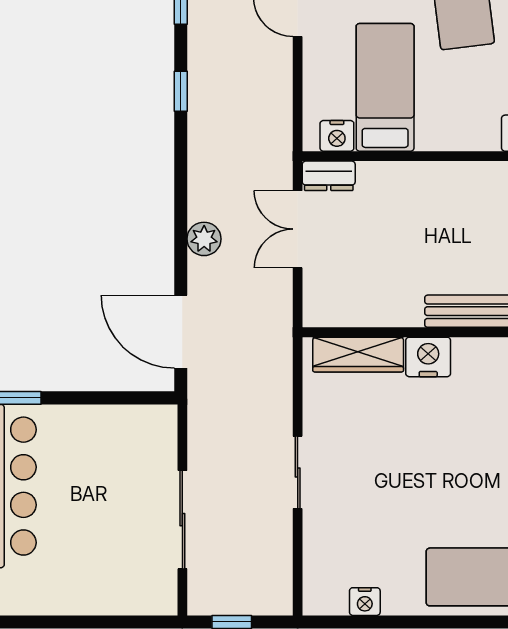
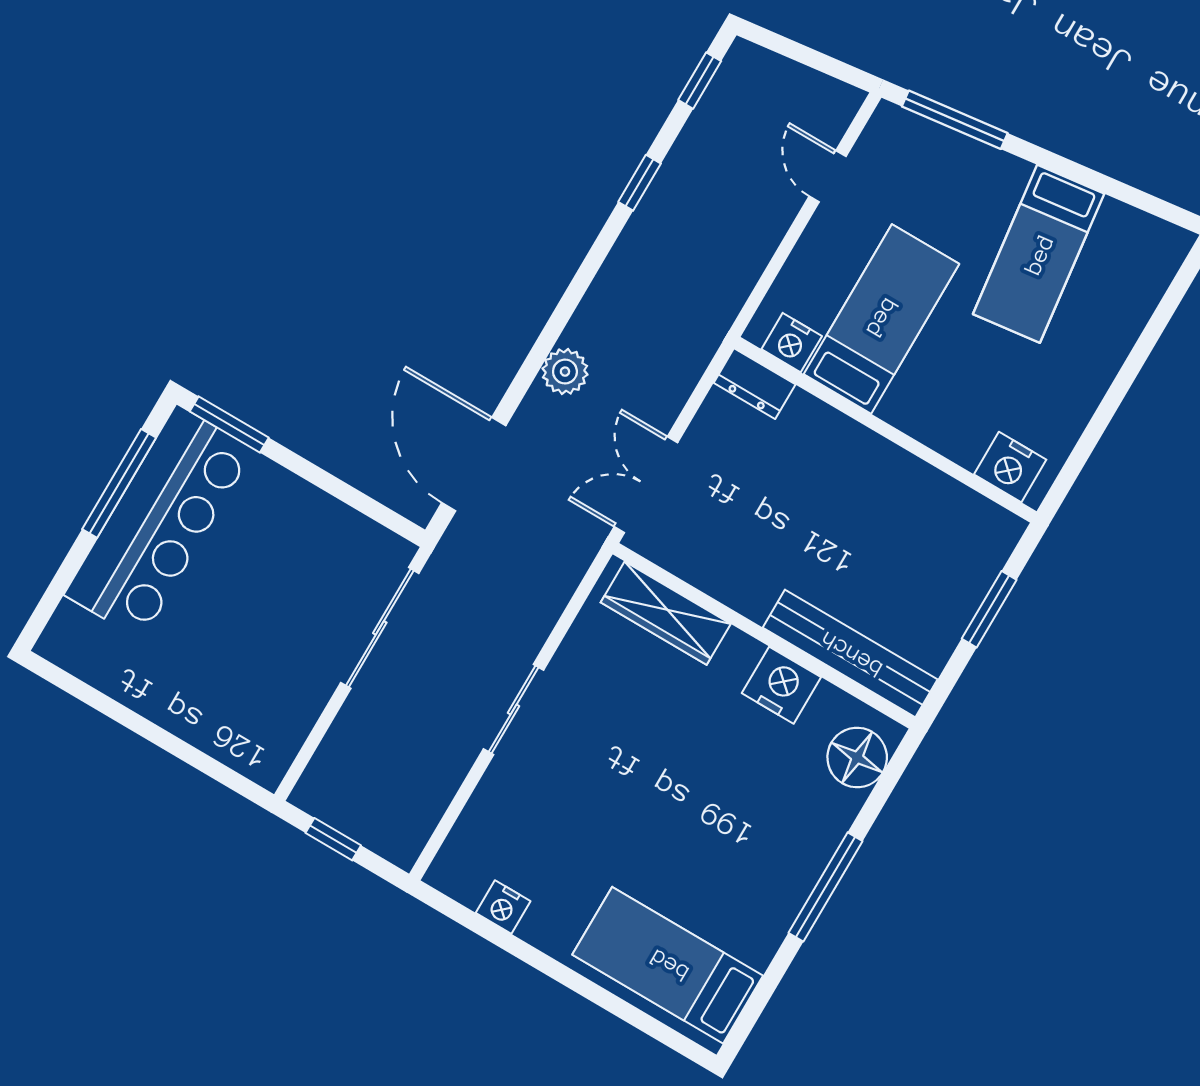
double door: (298, 229) -> (646, 485), moved
nightstand: (428, 357) -> (781, 685), moved
sliding door: (182, 520) -> (380, 628), moved

